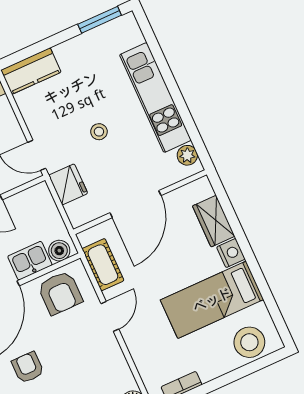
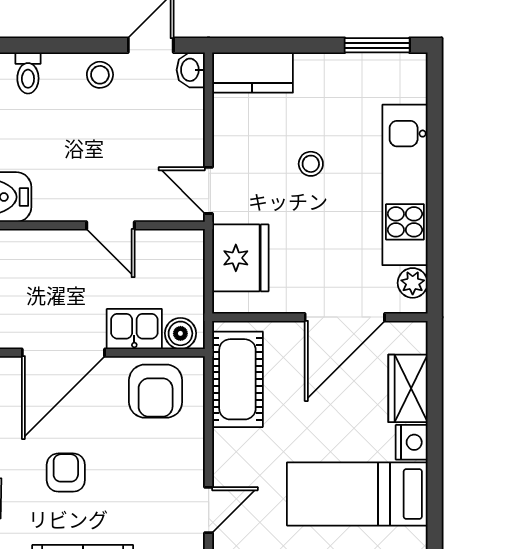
stool: (99, 132) -> (311, 164), moved
fridge: (68, 184) -> (240, 258), width x1.36, depth x1.34
door: (135, 204) -> (345, 317), moved
cot: (103, 265) -> (237, 379), width x1.37, depth x1.34
door: (110, 316) -> (209, 510), moved

